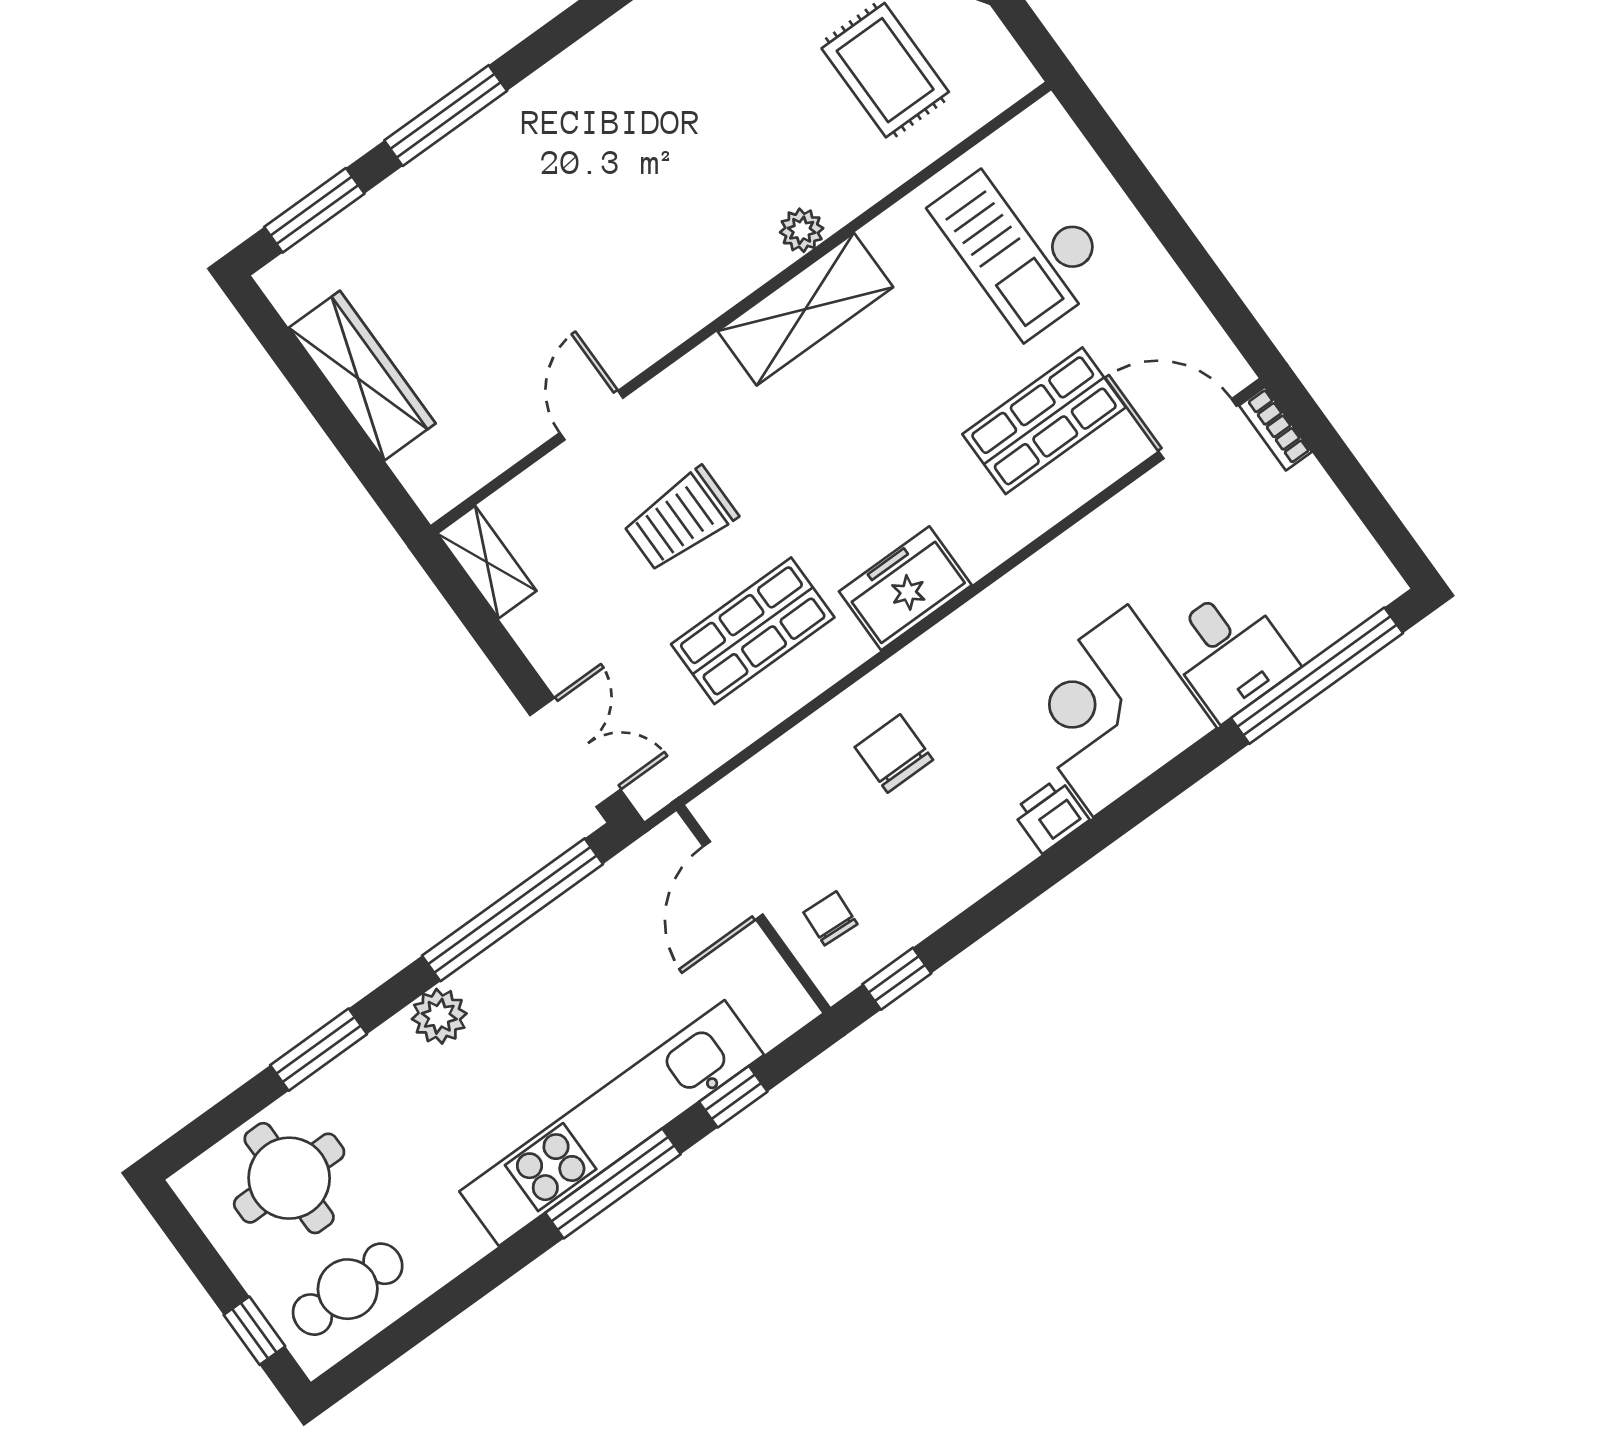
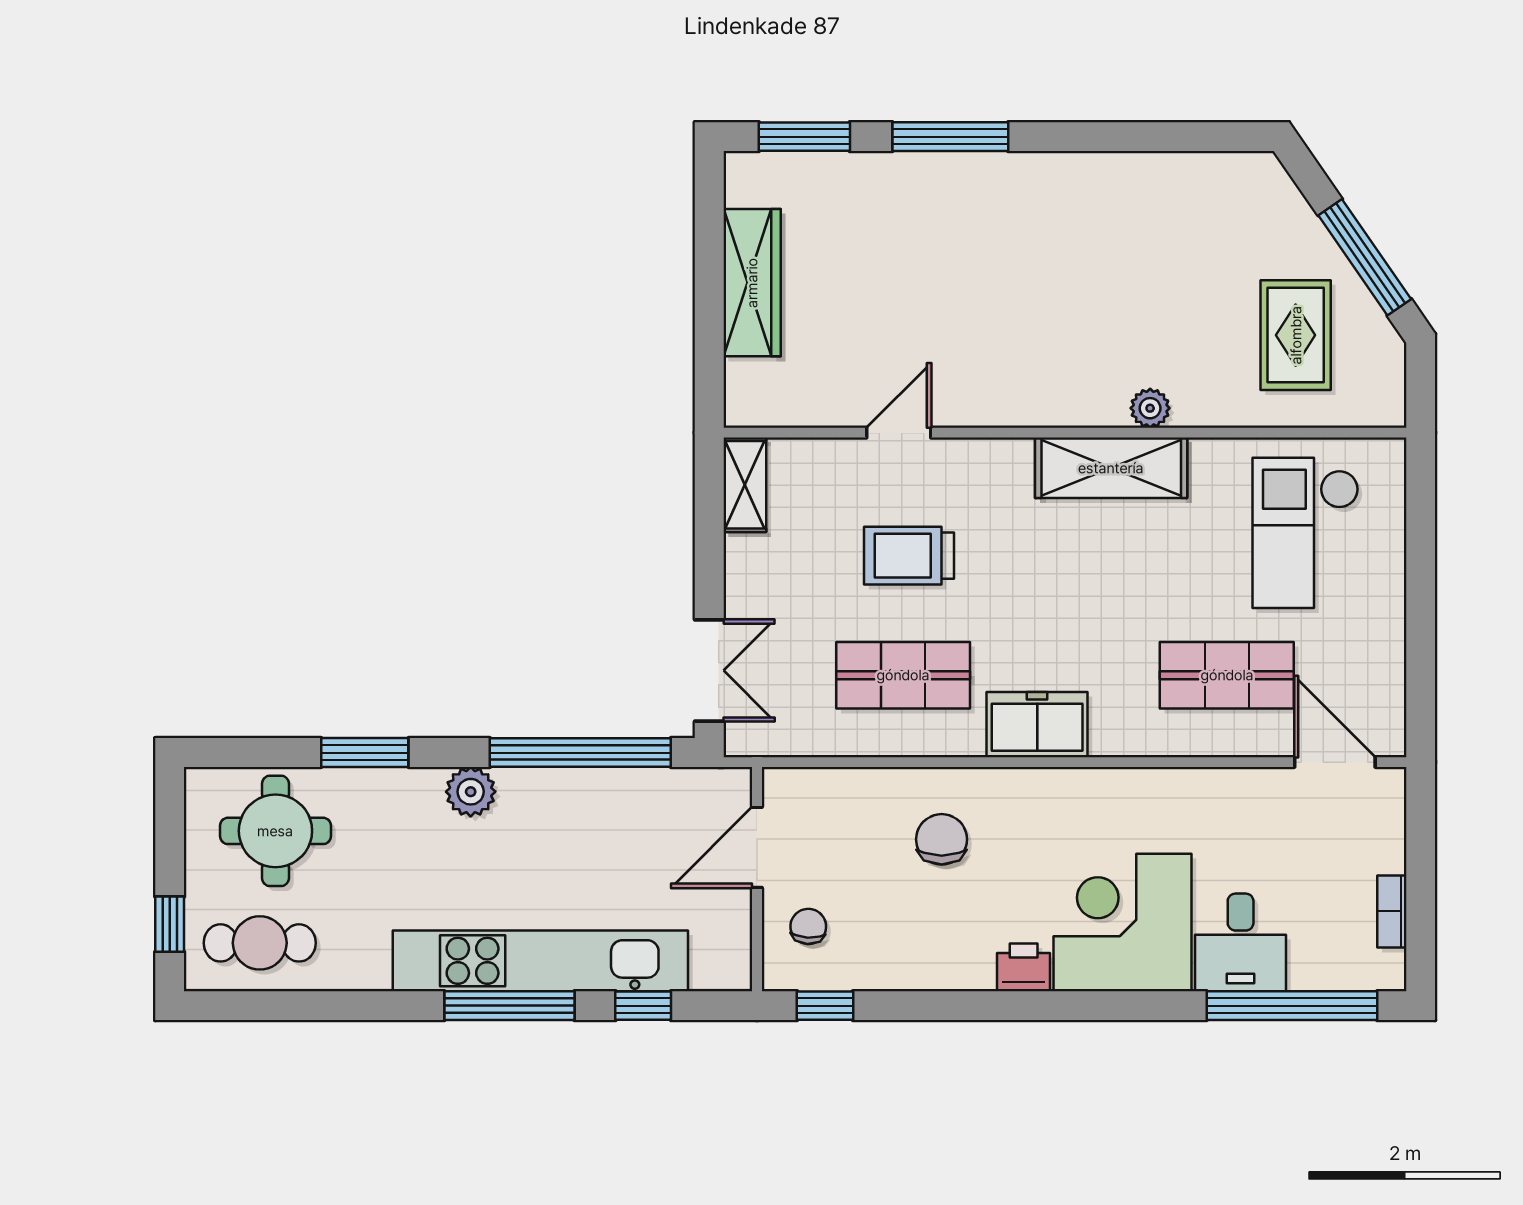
bookcase: (1275, 429) -> (1392, 911), moved

